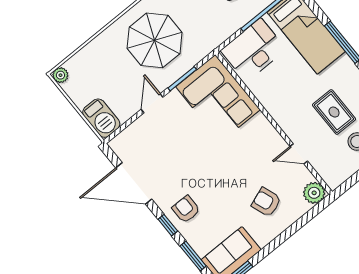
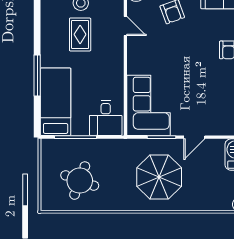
desk: (253, 50) -> (106, 118), width x0.73

